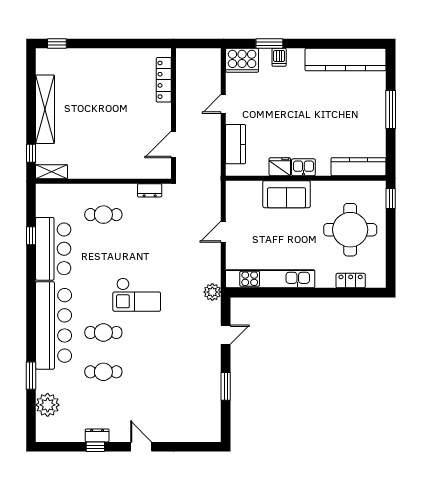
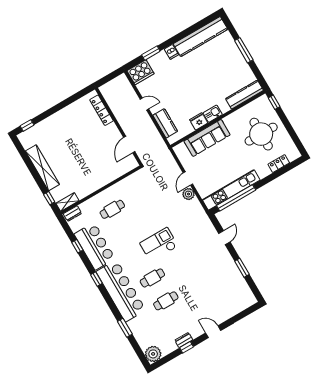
dishwasher: (279, 57) -> (171, 52), moved
door: (223, 104) -> (144, 104), swing flipped
dresser: (150, 190) -> (73, 214), moved
sofa: (287, 194) -> (207, 138), width x1.36
window: (31, 292) -> (96, 279), added
plant: (212, 292) -> (188, 194), moved
window: (271, 293) -> (236, 198), added
checkout: (137, 295) -> (159, 245), turned 180
plant: (48, 405) -> (153, 354), moved

